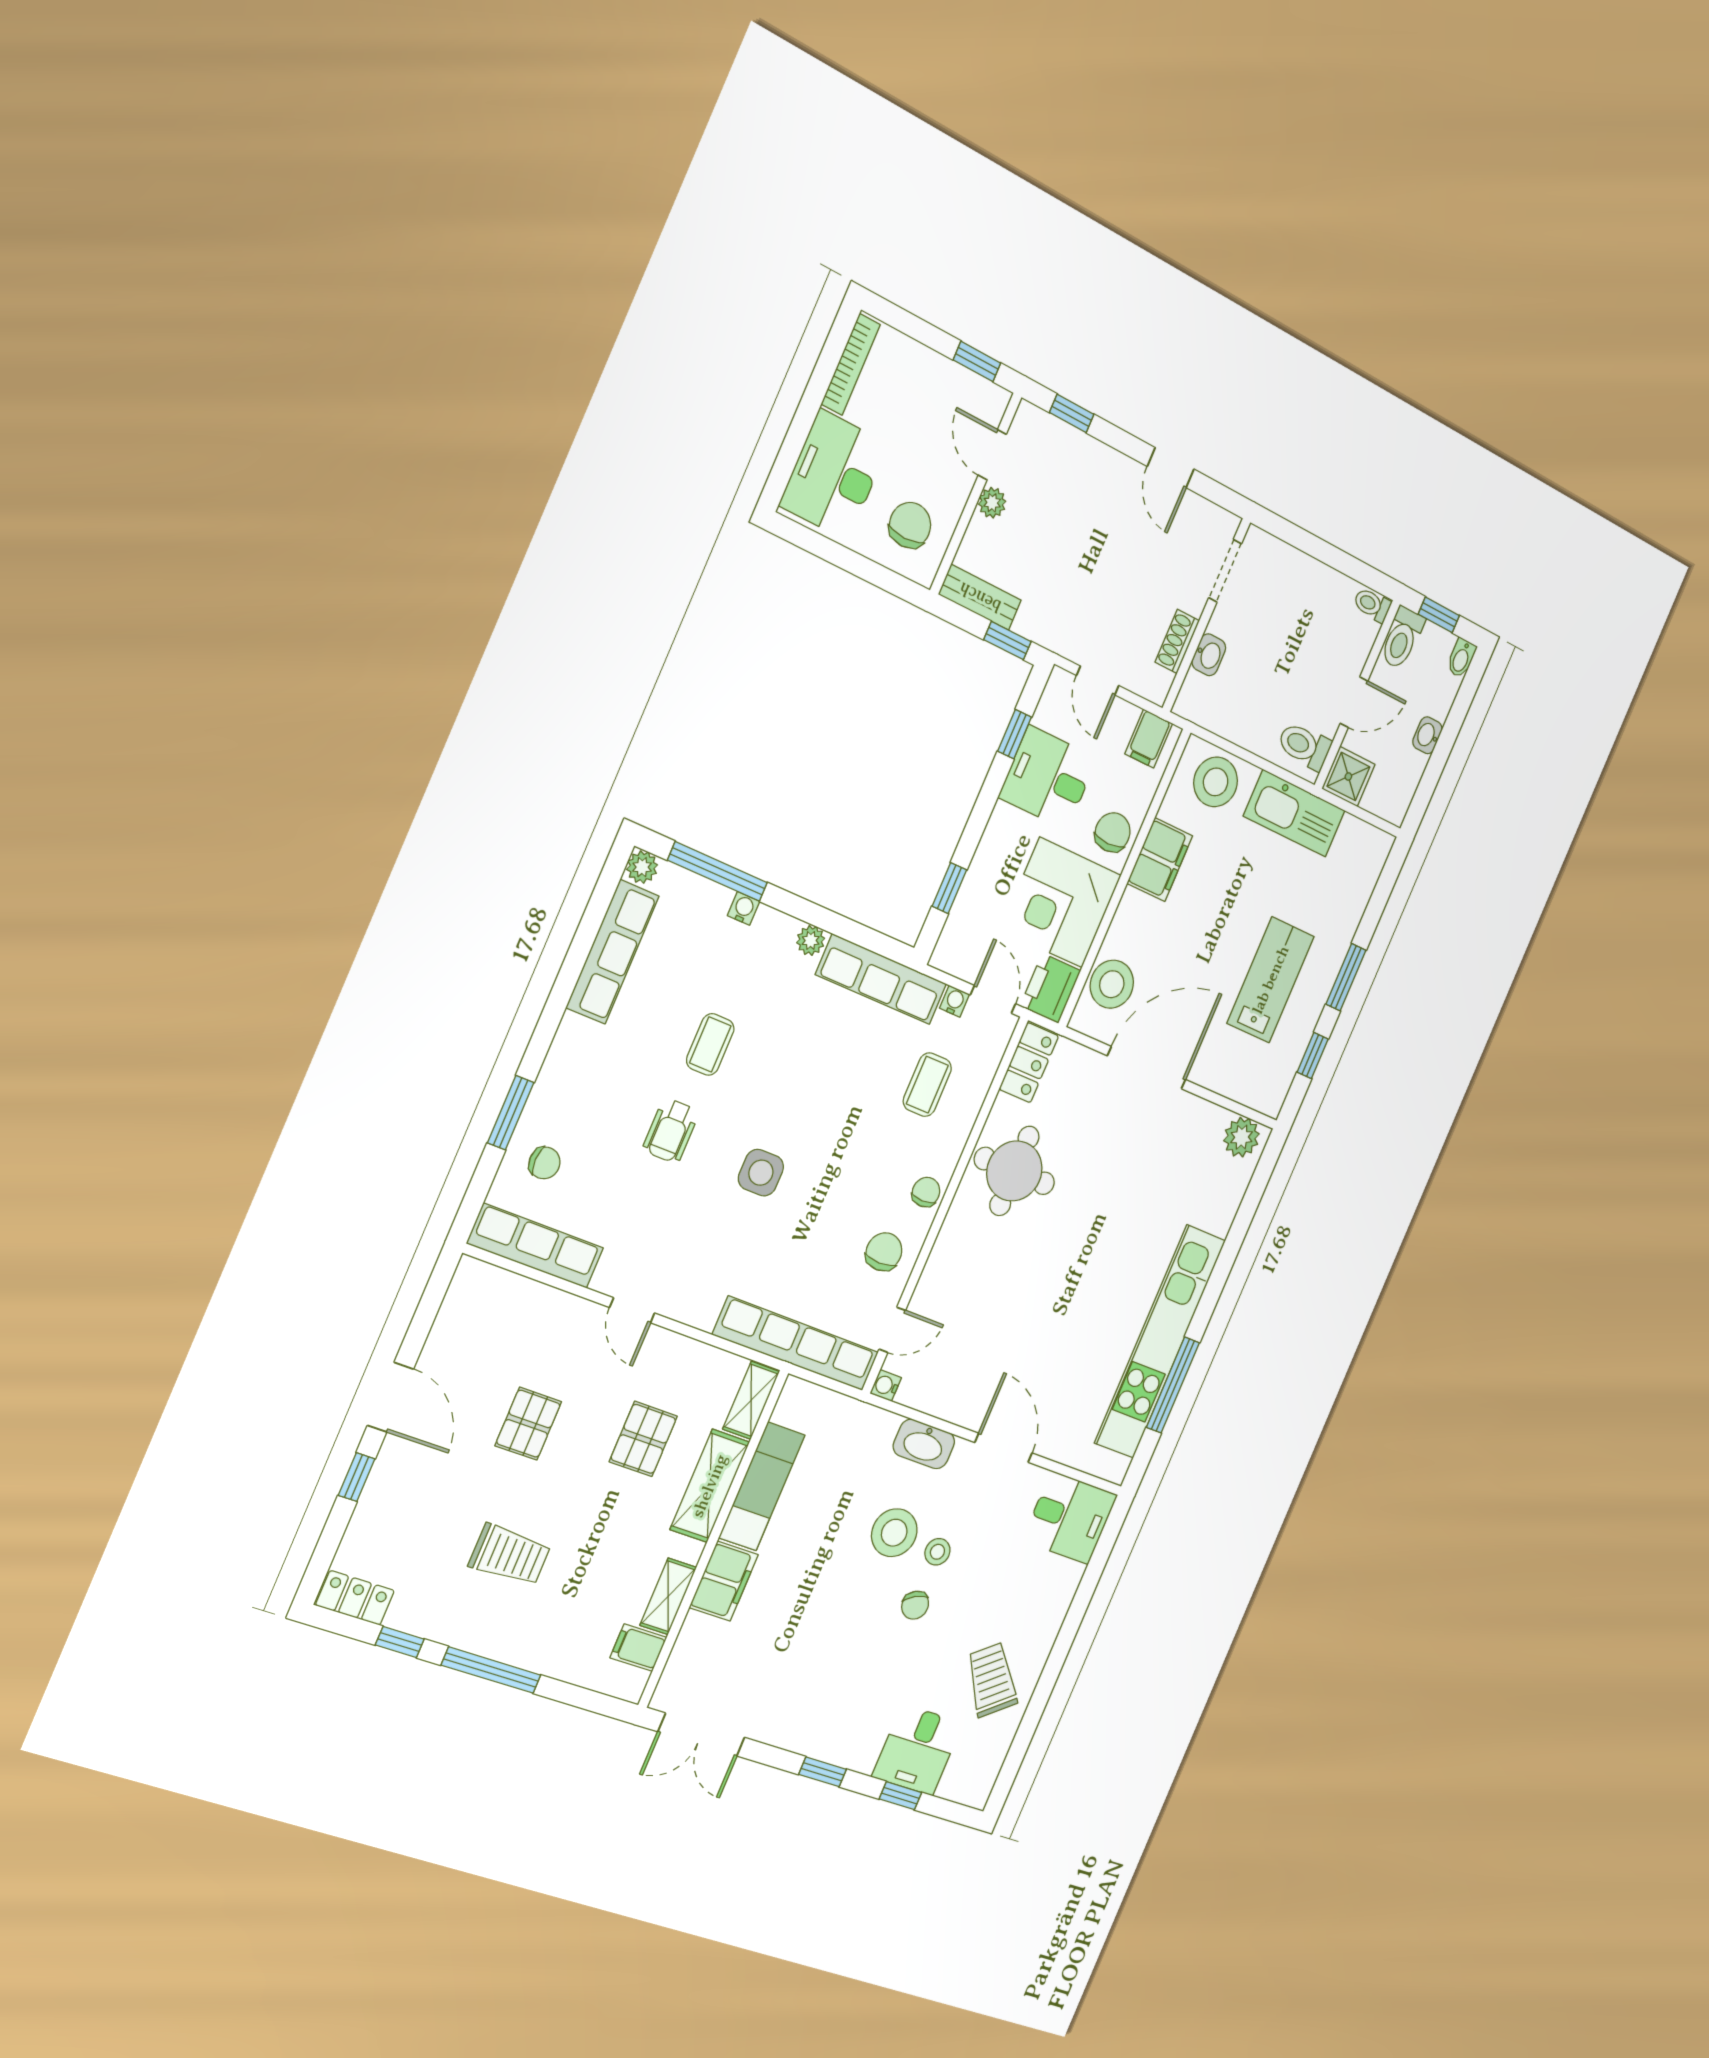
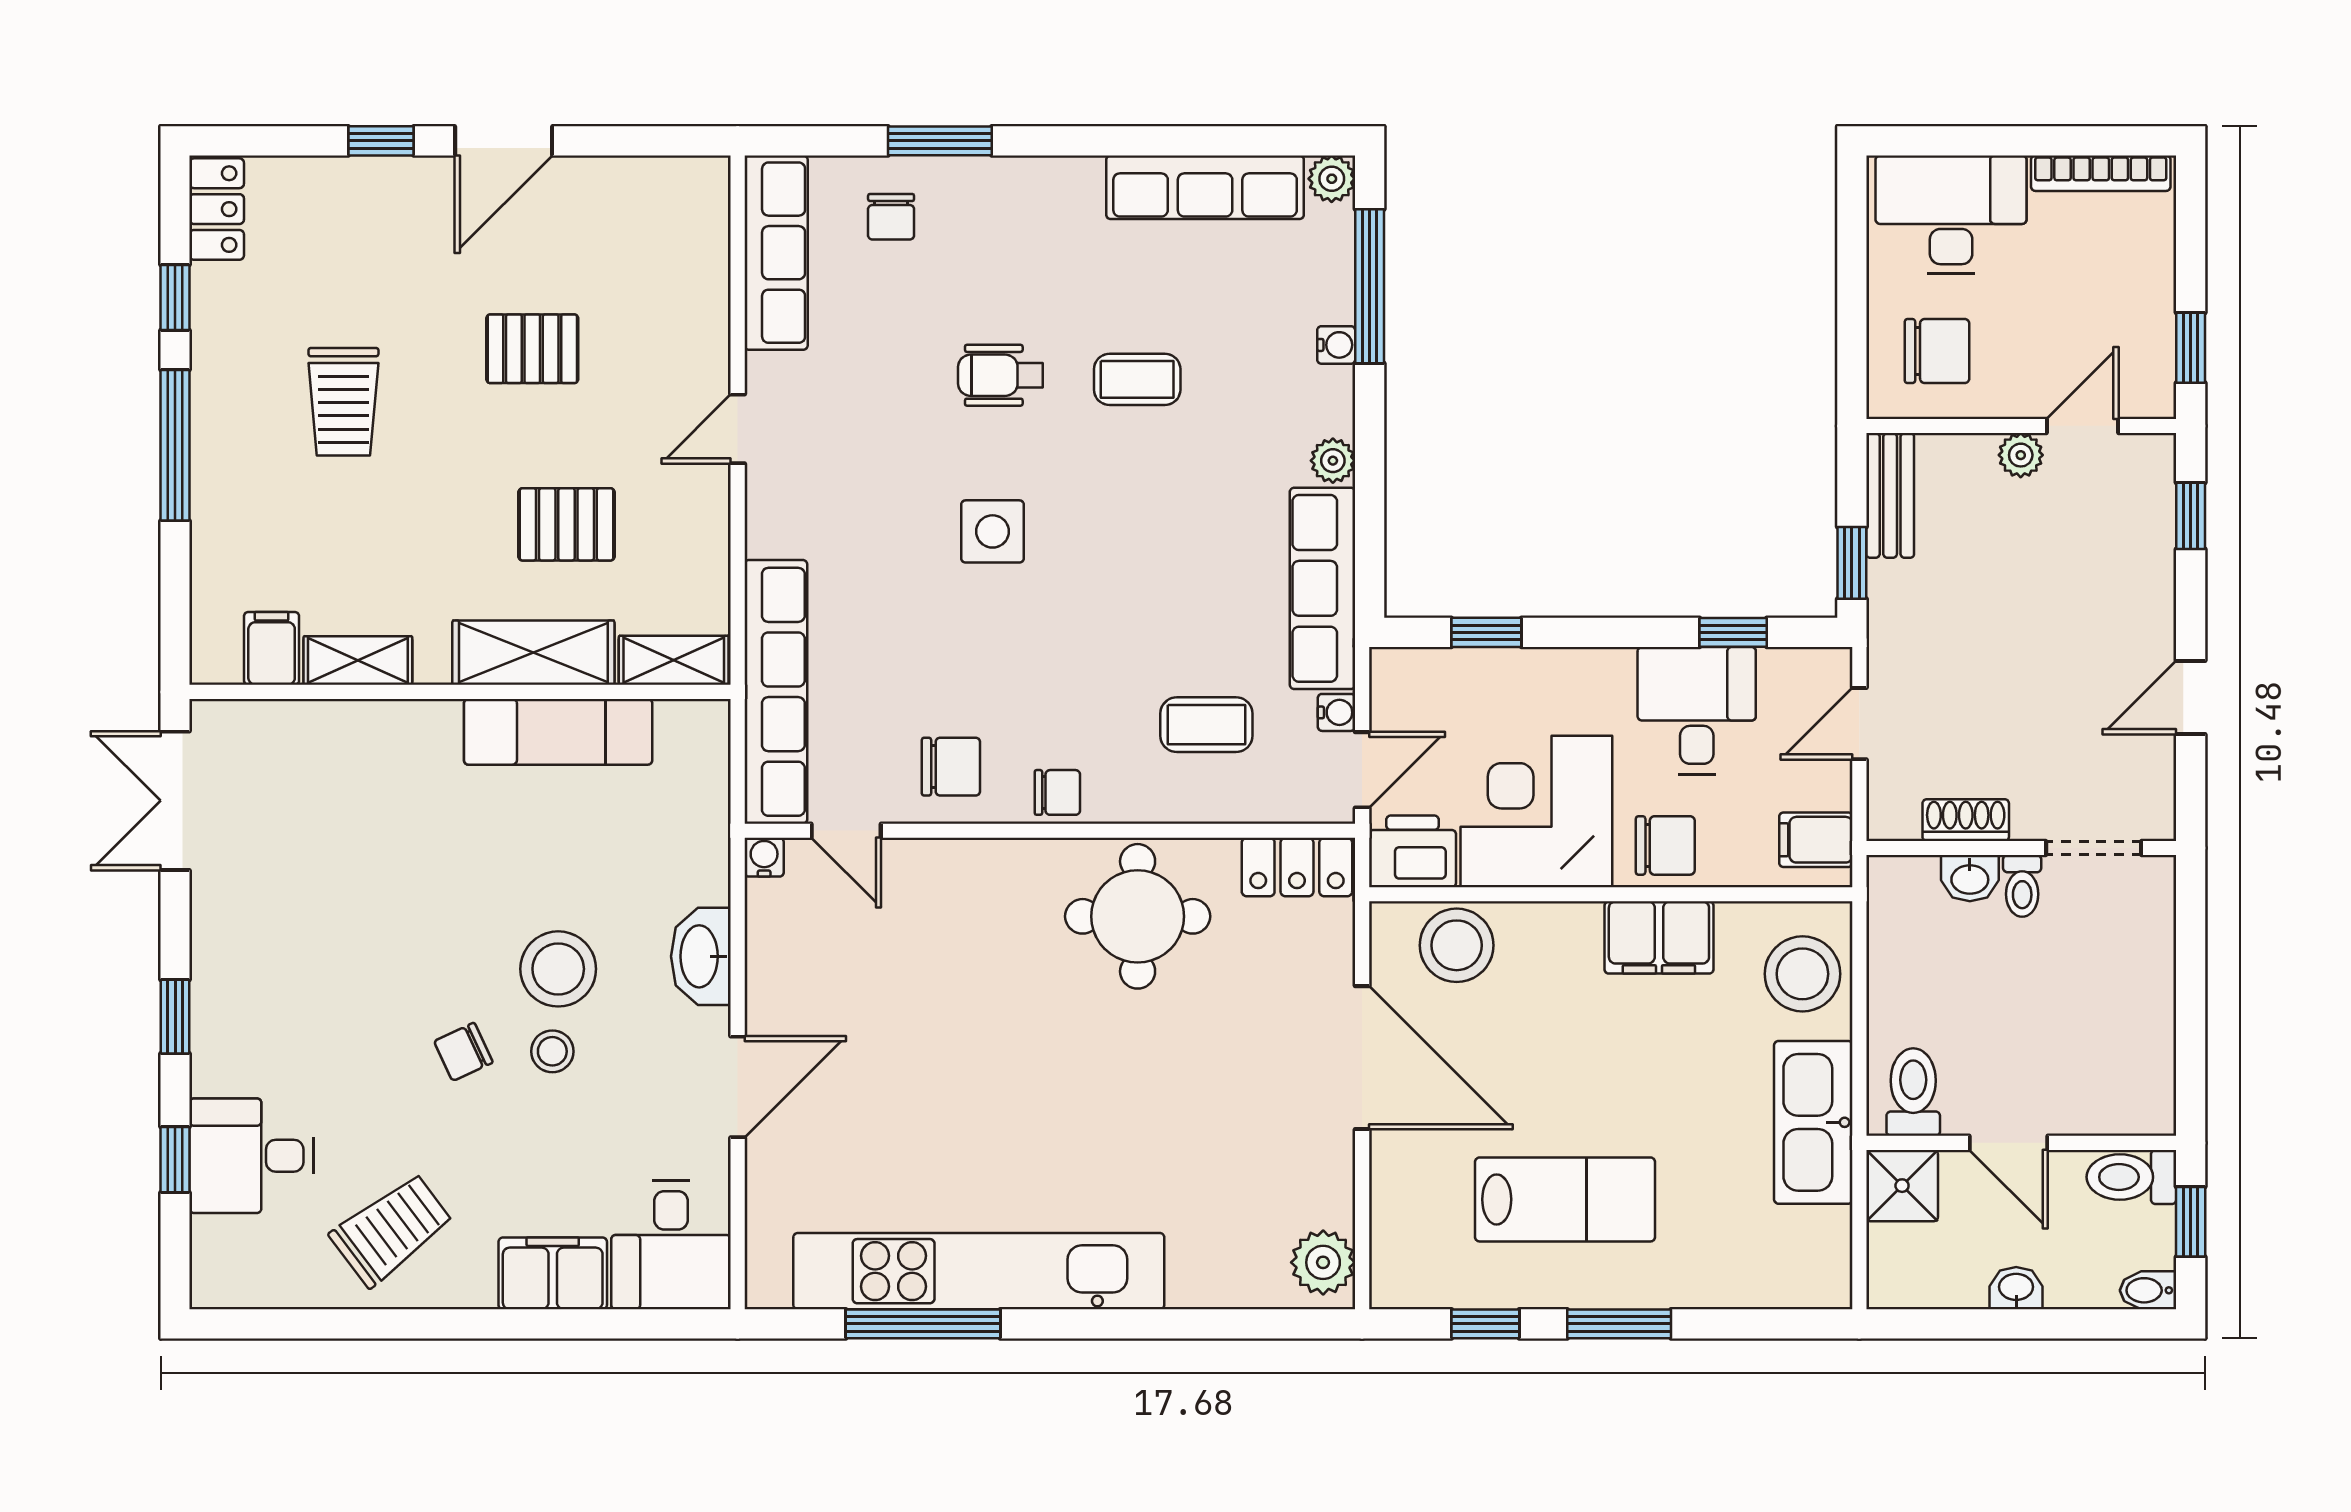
toilet: (1372, 605) -> (2022, 886), moved, turned 180
filing cabinet: (724, 1581) -> (553, 1273), moved, turned 180

